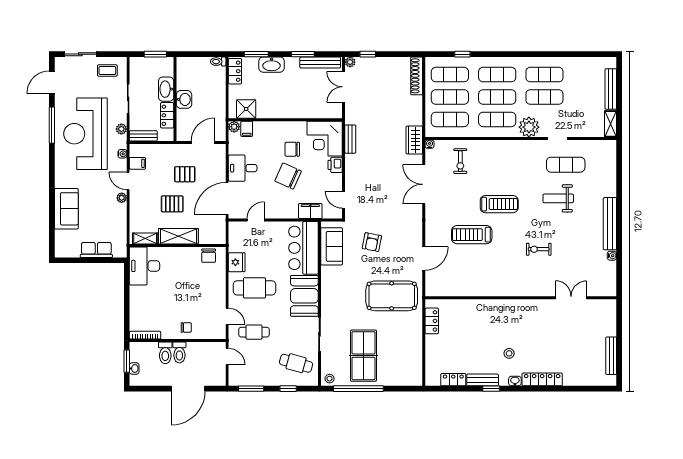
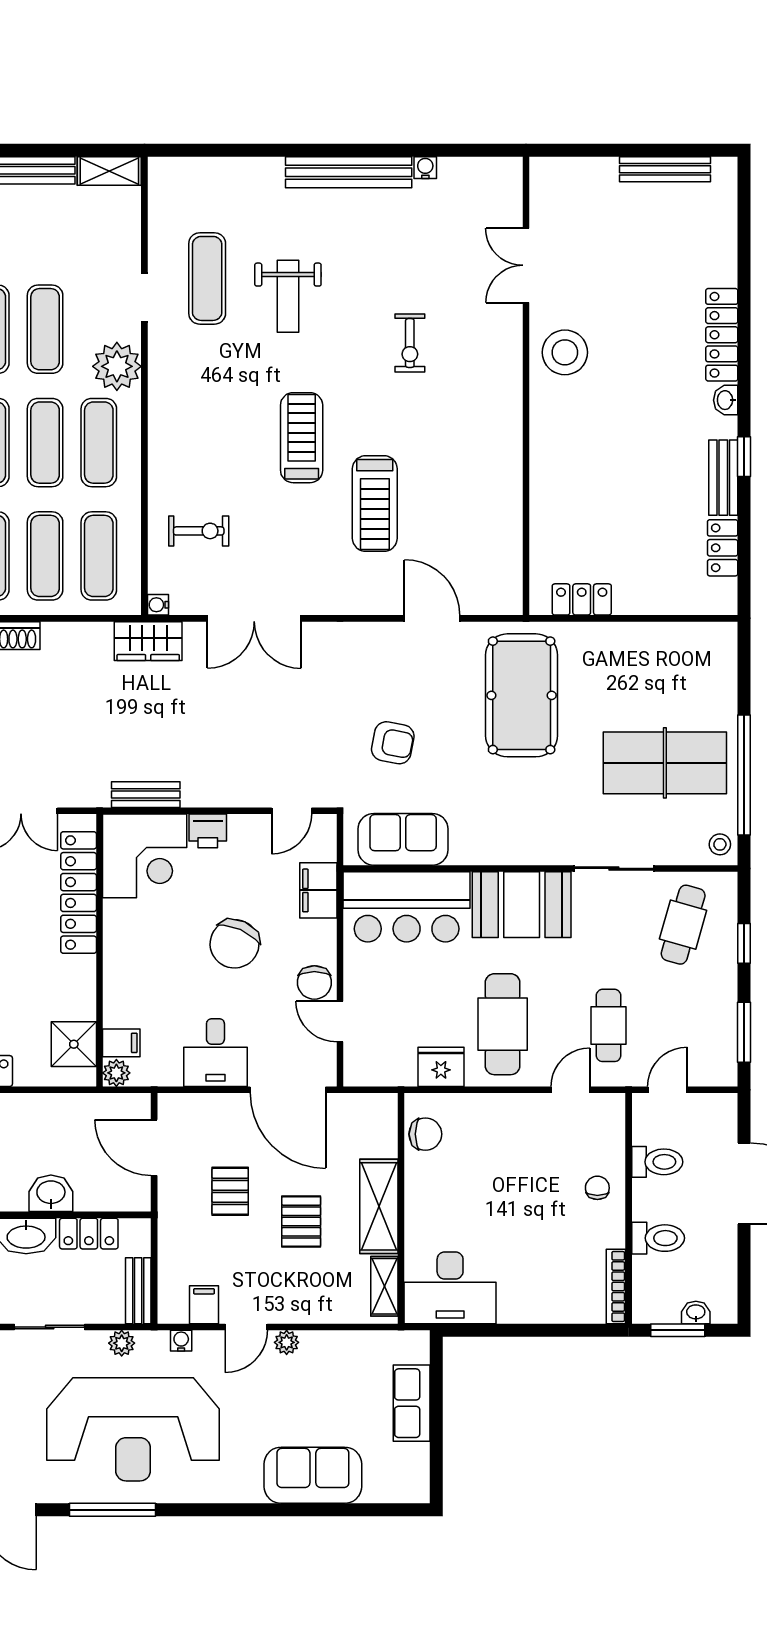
locker: (309, 111) -> (79, 893), added
chair: (292, 149) -> (314, 982), moved
toilet: (179, 352) -> (657, 1162), moved
stool: (509, 353) -> (565, 352), moved, width x1.89, depth x1.89

